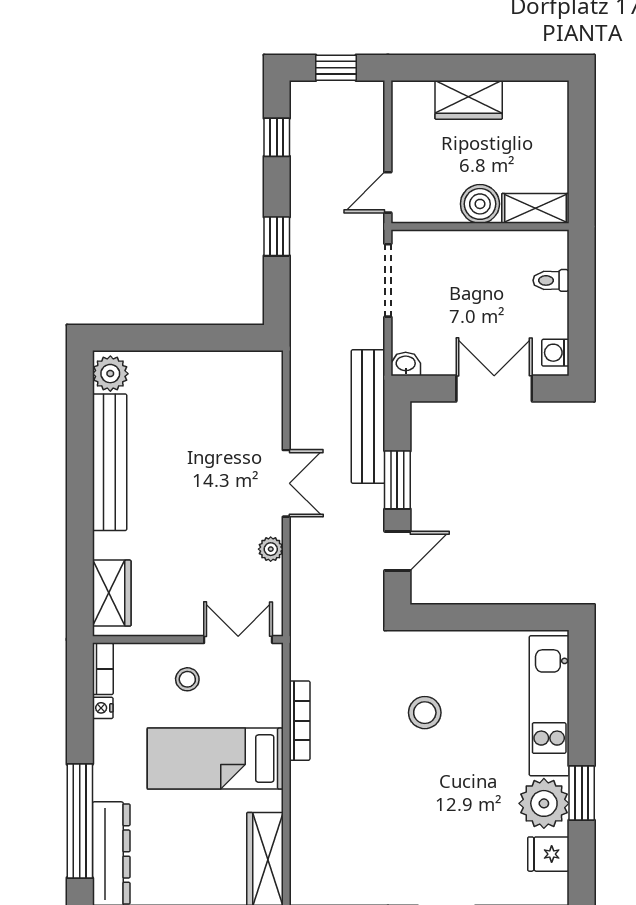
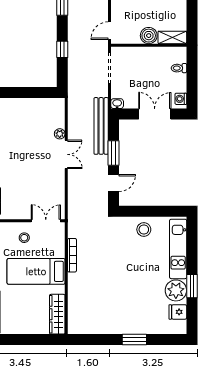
plant: (271, 549) -> (60, 134), moved
stool: (425, 713) -> (144, 229), moved

